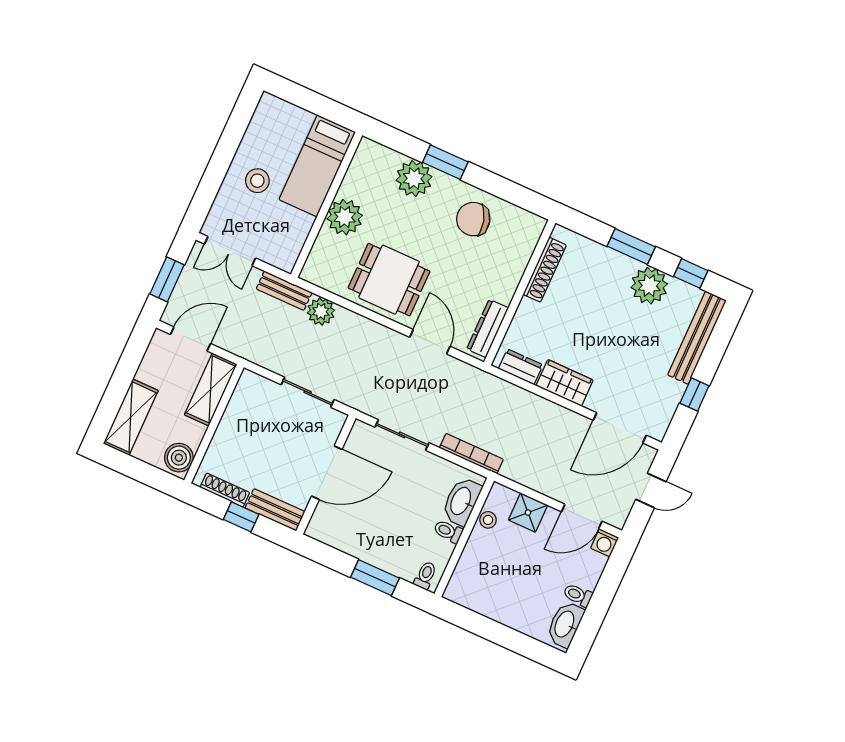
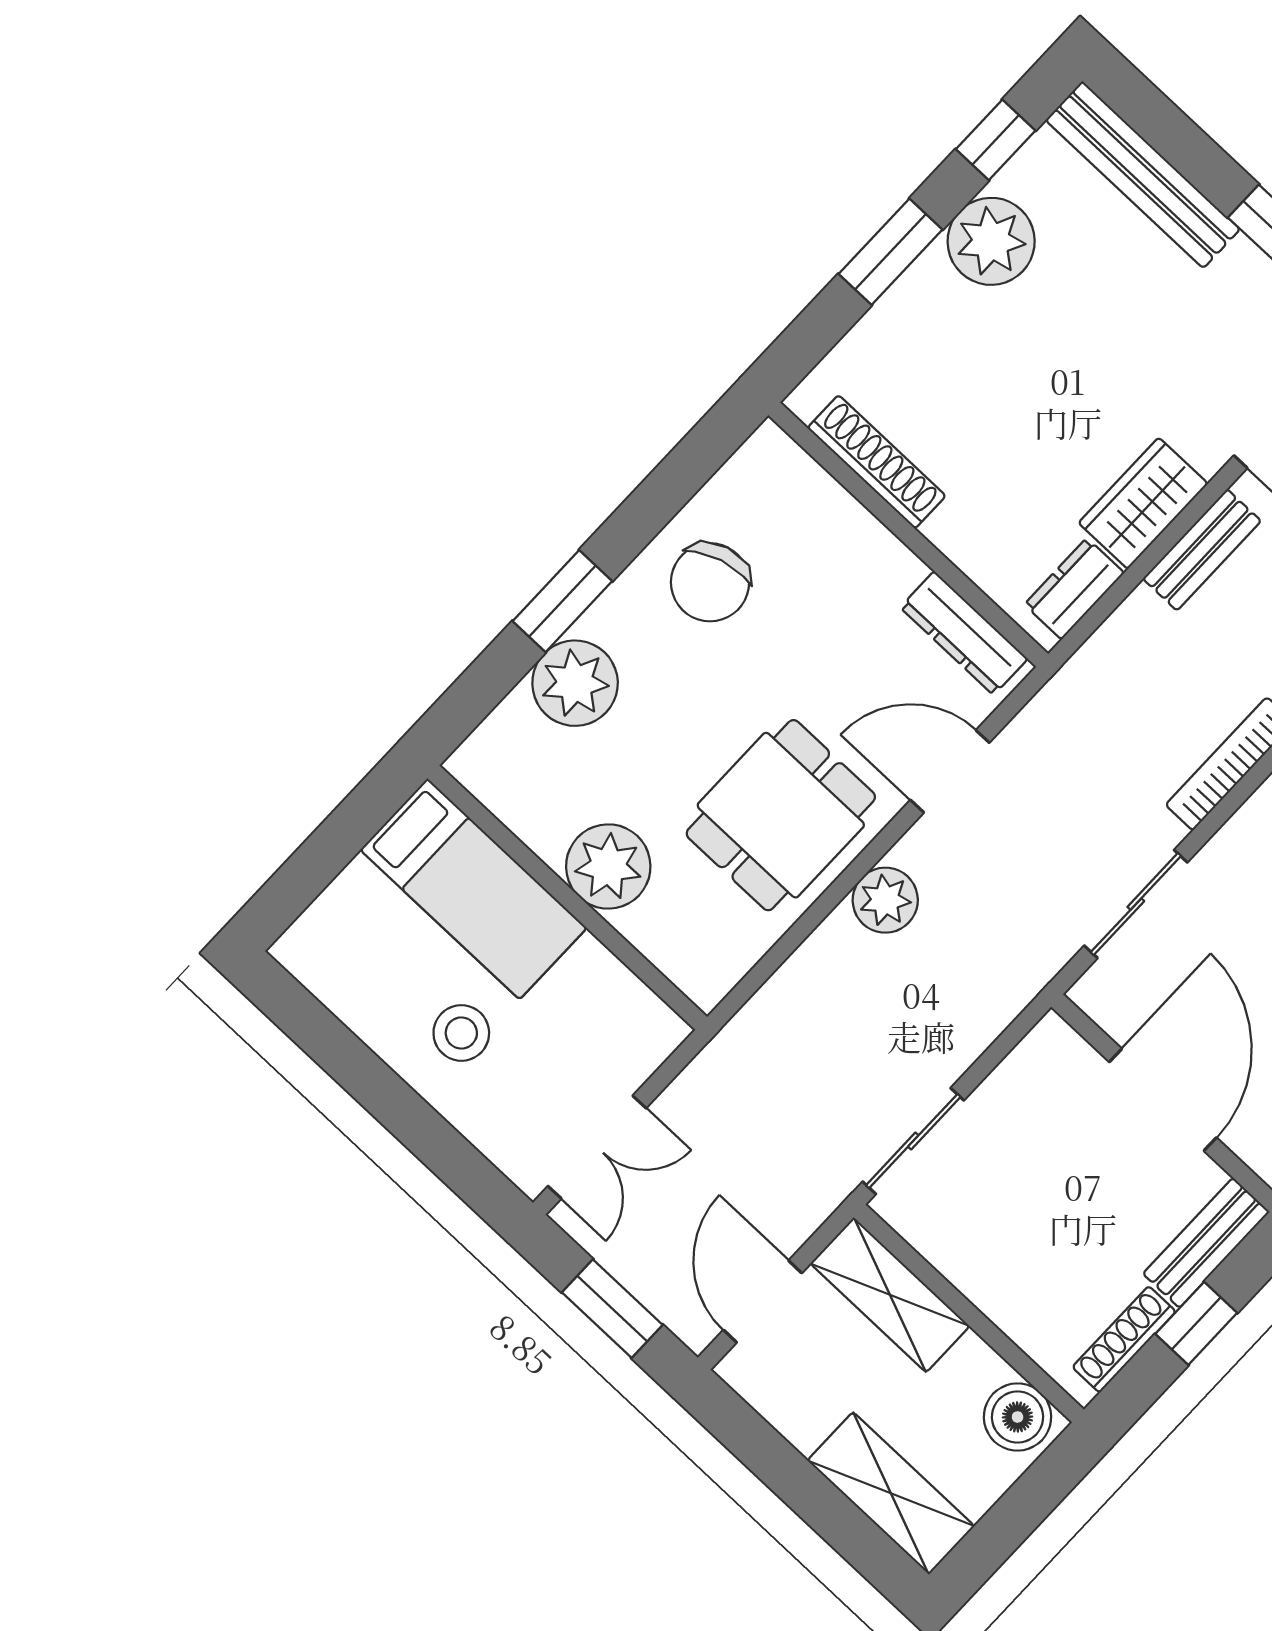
bench: (284, 291) -> (1202, 550), moved
plant: (321, 311) -> (885, 900), moved
sliding door: (308, 392) -> (913, 1141), moved

